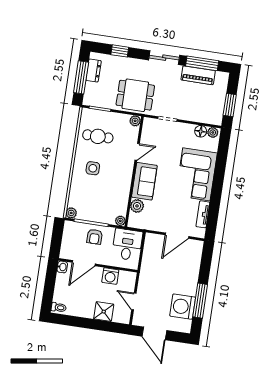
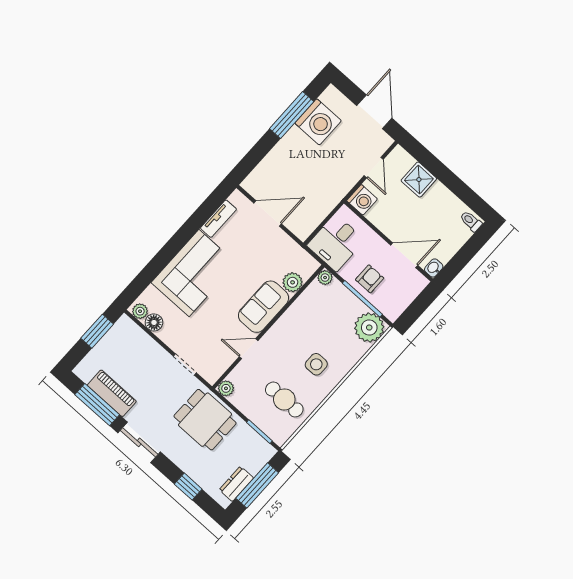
plant: (71, 213) -> (369, 328), width x1.87, depth x1.87
washing machine: (110, 276) -> (362, 200), moved, turned 90

